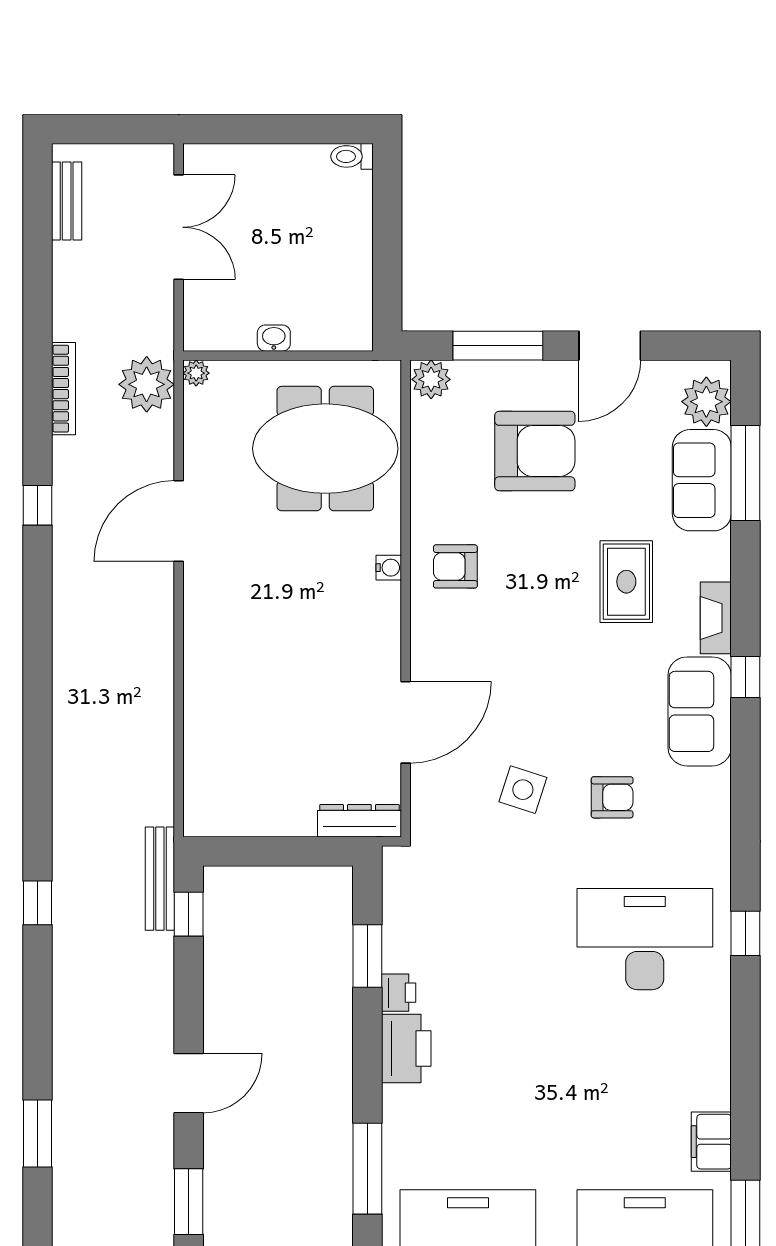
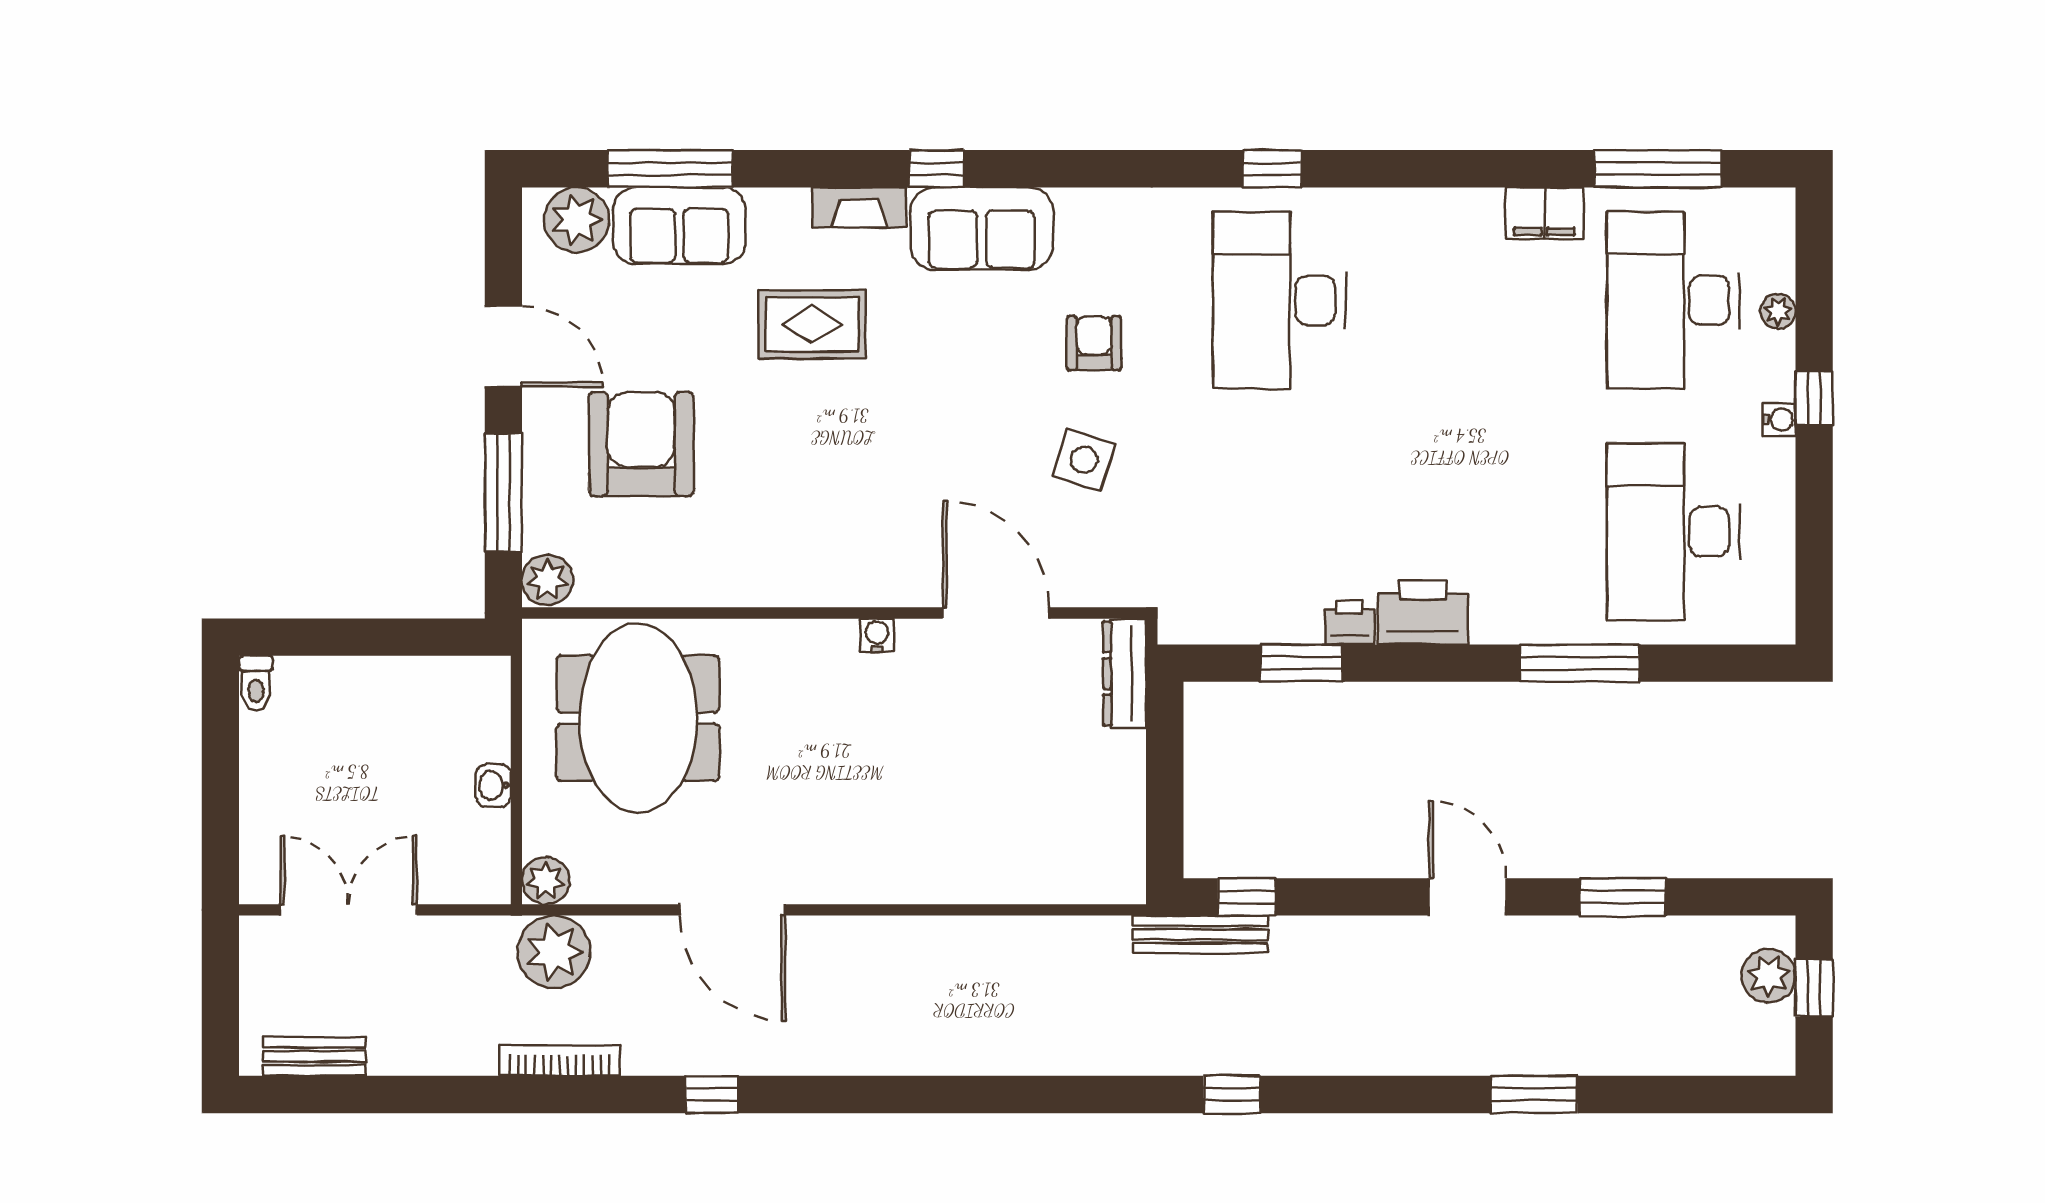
plant: (196, 373) -> (546, 881), width x1.38, depth x1.38
armchair: (455, 566) -> (792, 548), removed
water cooler: (389, 568) -> (877, 635), moved

